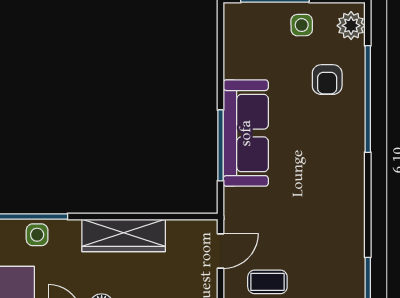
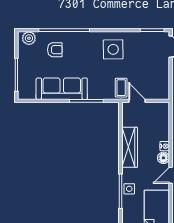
side table: (302, 25) -> (113, 49), moved, width x1.87, depth x1.87
sofa: (246, 133) -> (62, 89), moved
coffee table: (267, 282) -> (121, 88), moved

